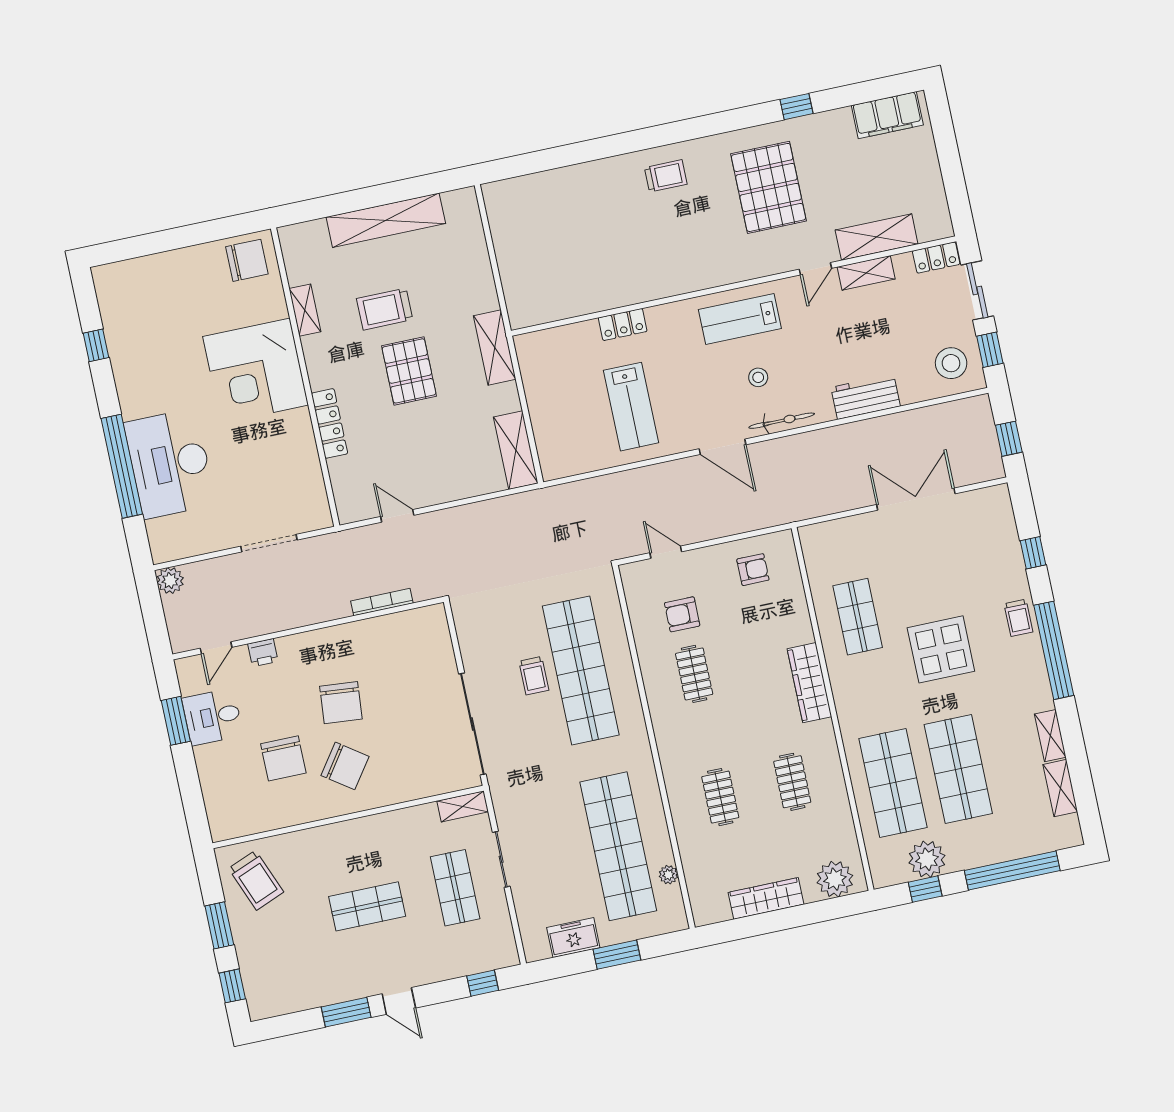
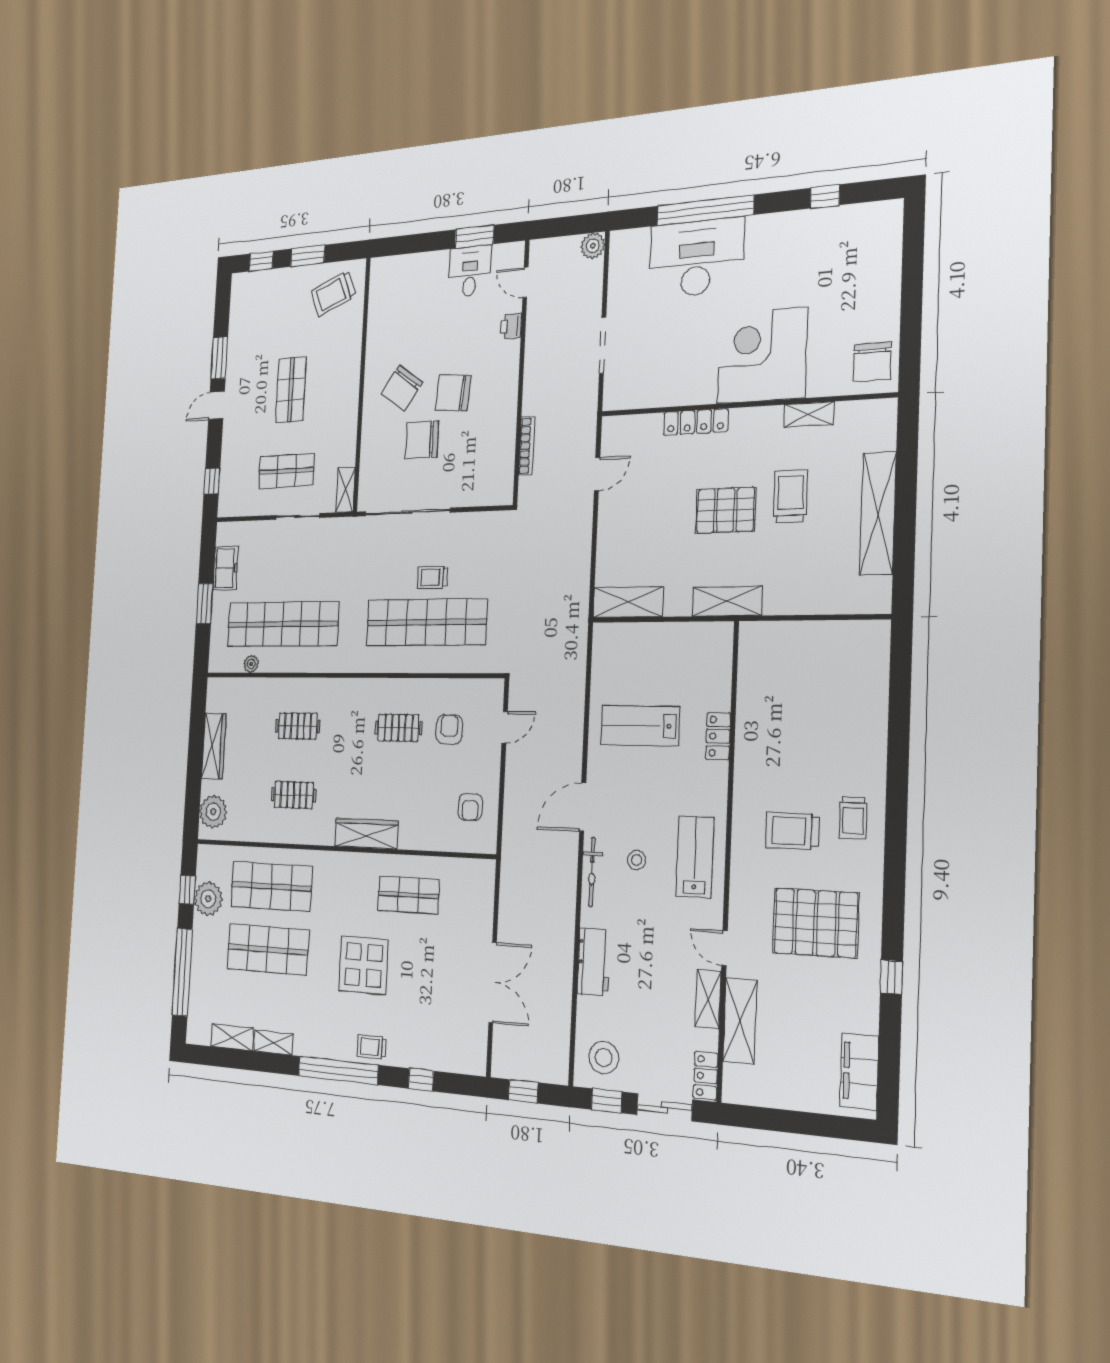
trolley: (692, 230) -> (792, 831), added
chair: (283, 758) -> (422, 440), moved

